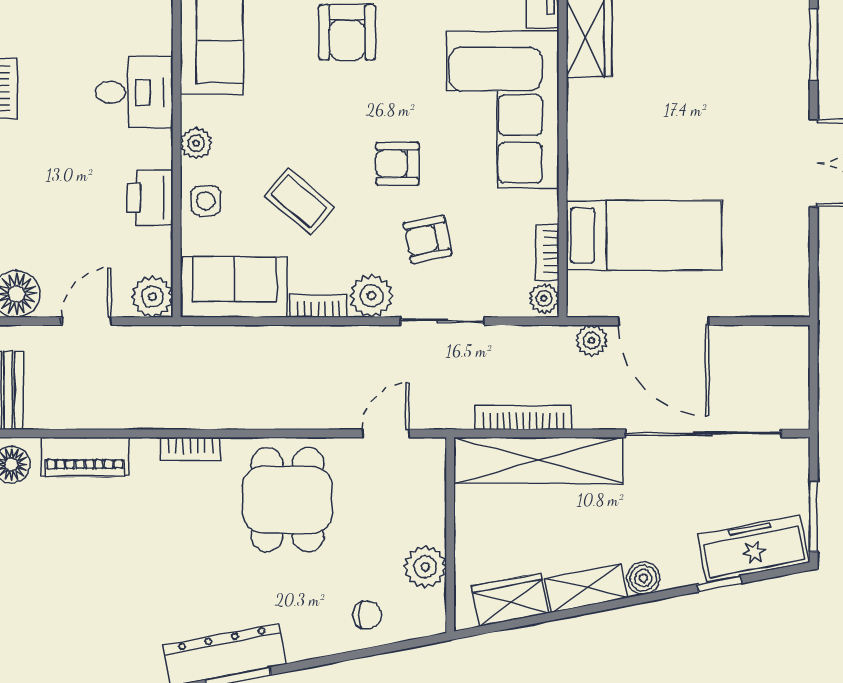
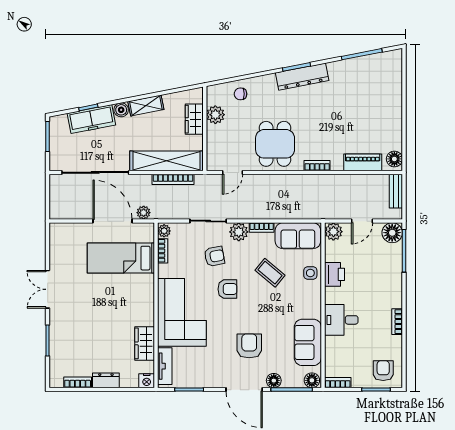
plant: (196, 143) -> (315, 298), removed
freezer: (753, 549) -> (91, 119), moved
wardrobe: (510, 600) -> (194, 119), moved, turned 101

